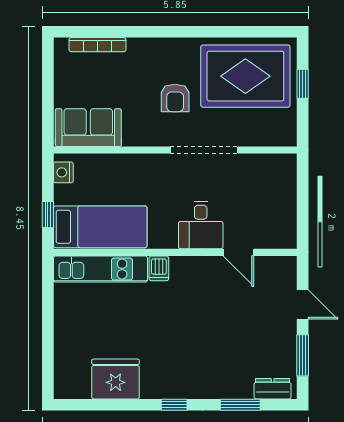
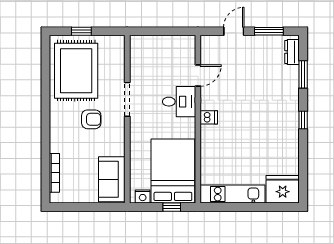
doorway: (204, 150) -> (127, 99), width x0.73
bed: (100, 227) -> (173, 171), width x1.50
dishwasher: (159, 268) -> (209, 117), moved
kitchen unit: (100, 269) -> (233, 194), moved, turned -90
fridge: (116, 379) -> (283, 189), moved, turned 90

